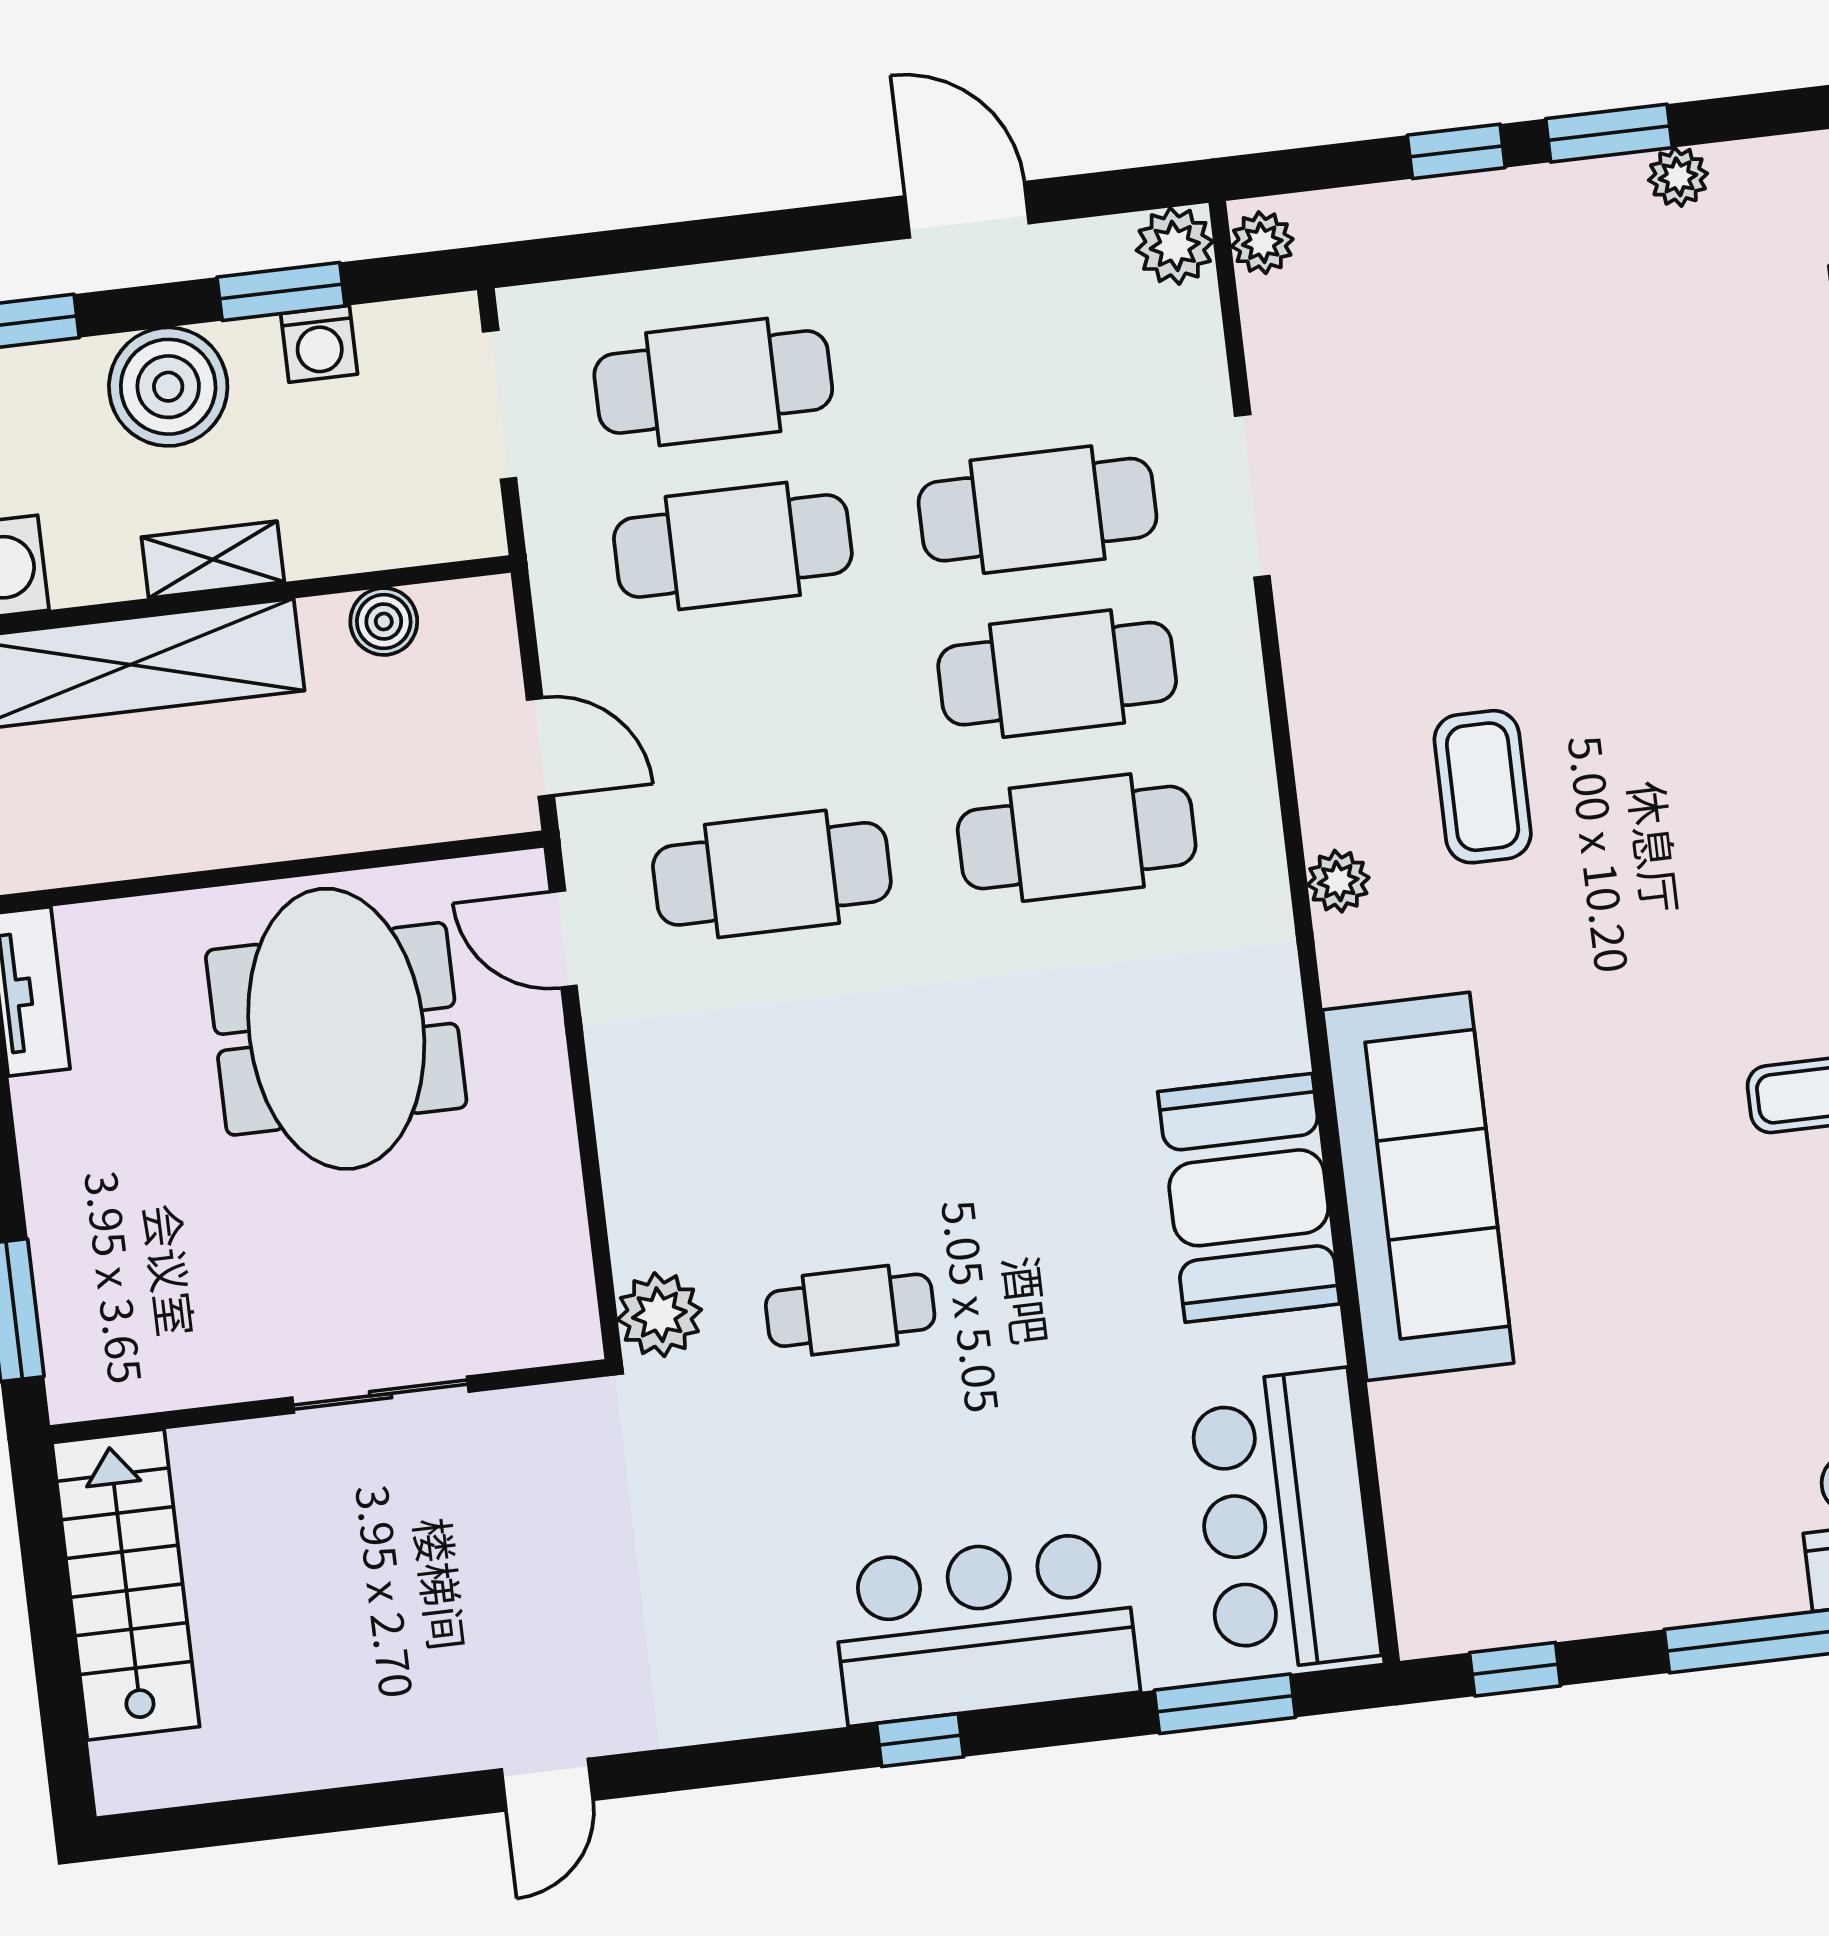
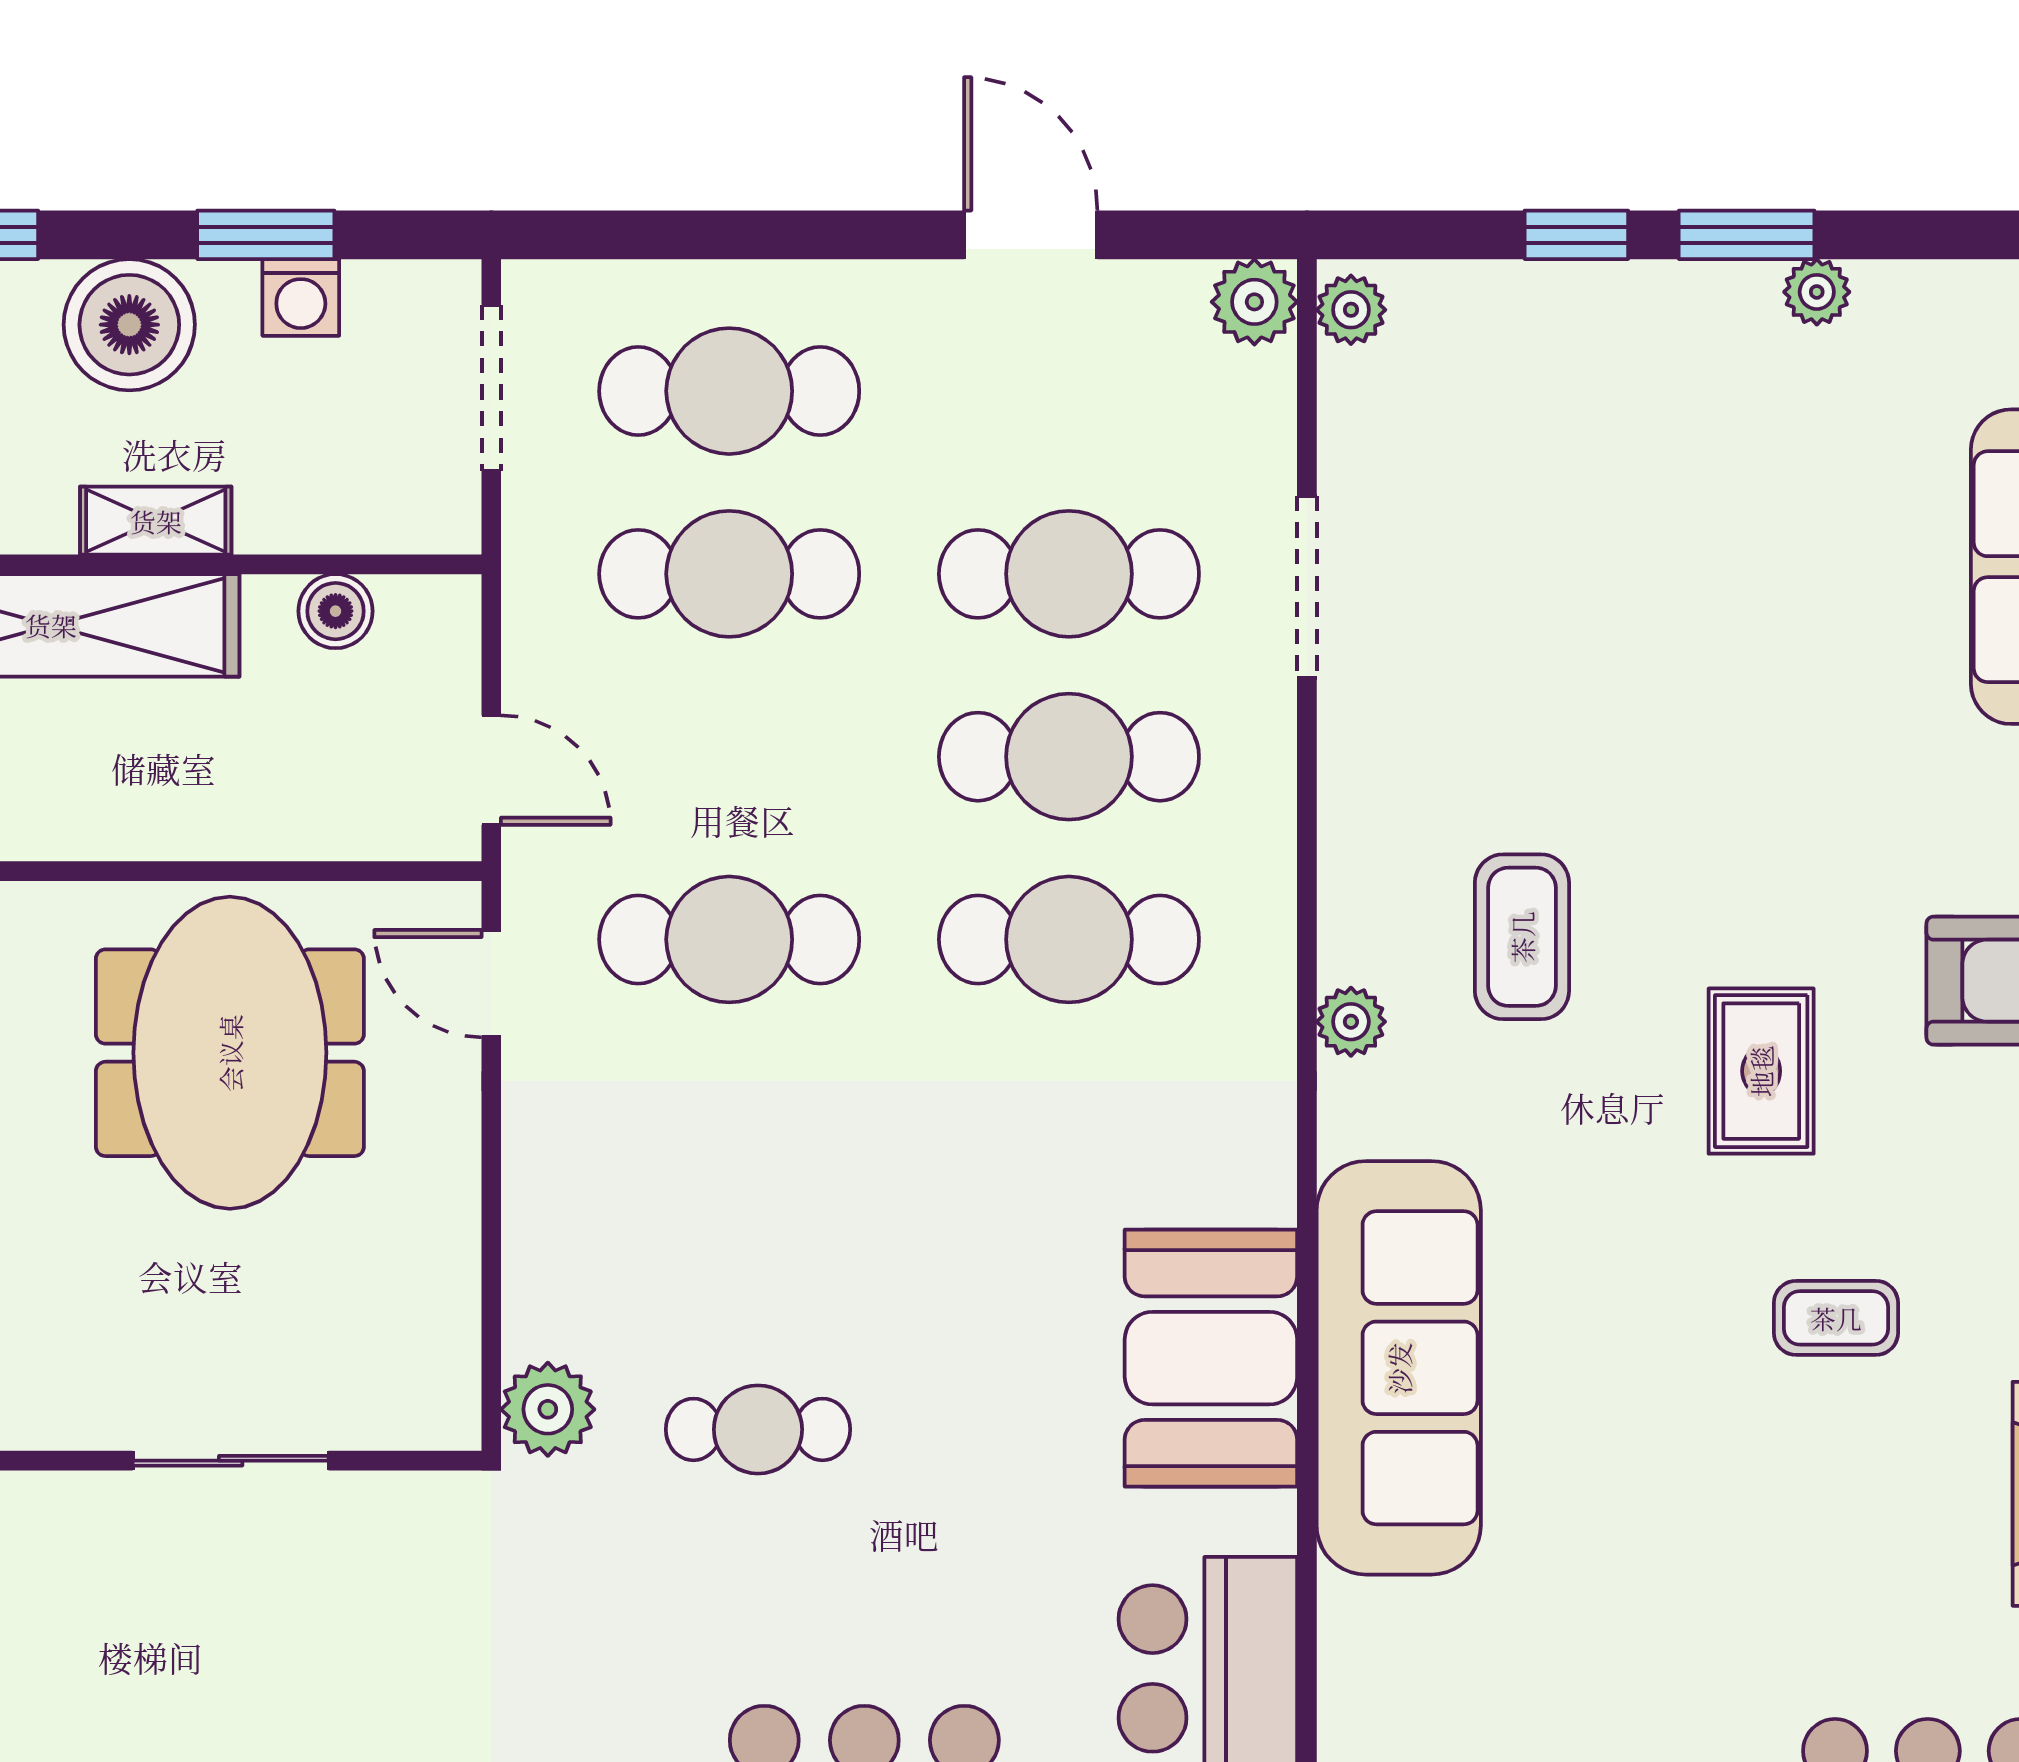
rug: (1711, 882) -> (1761, 1071), added

